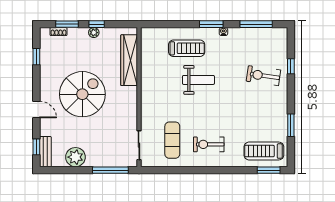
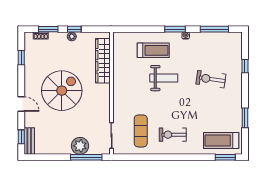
exercise bike: (263, 76) -> (211, 79), moved
plant: (75, 157) -> (80, 146), moved

